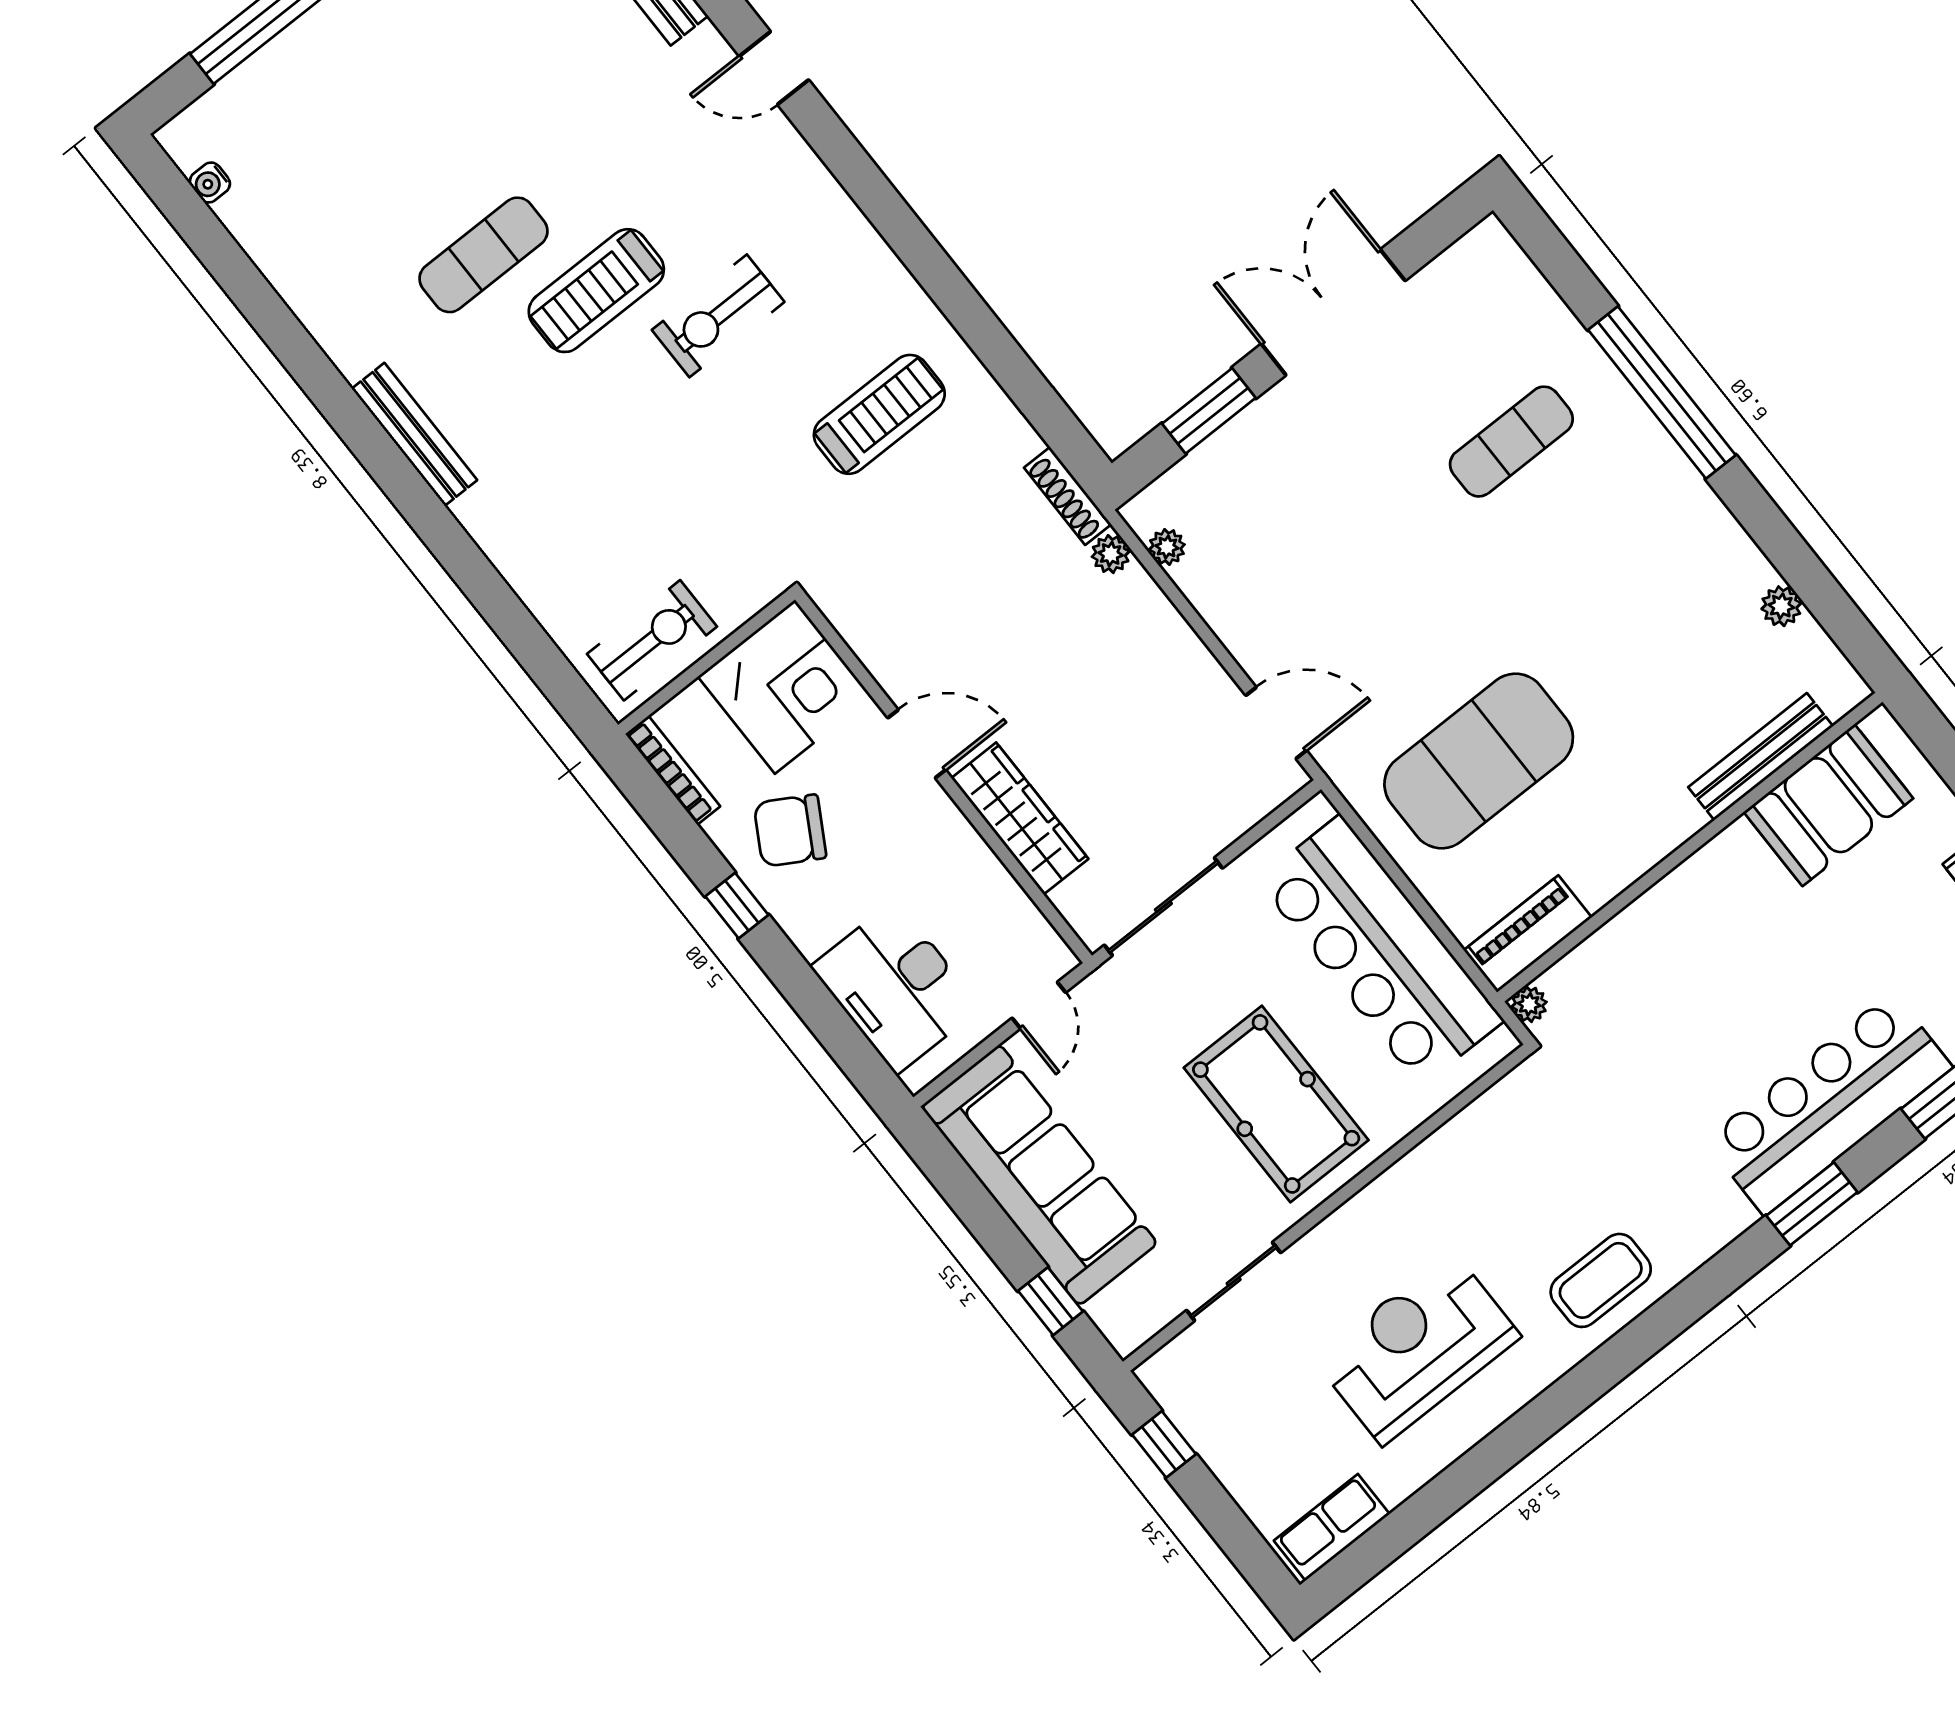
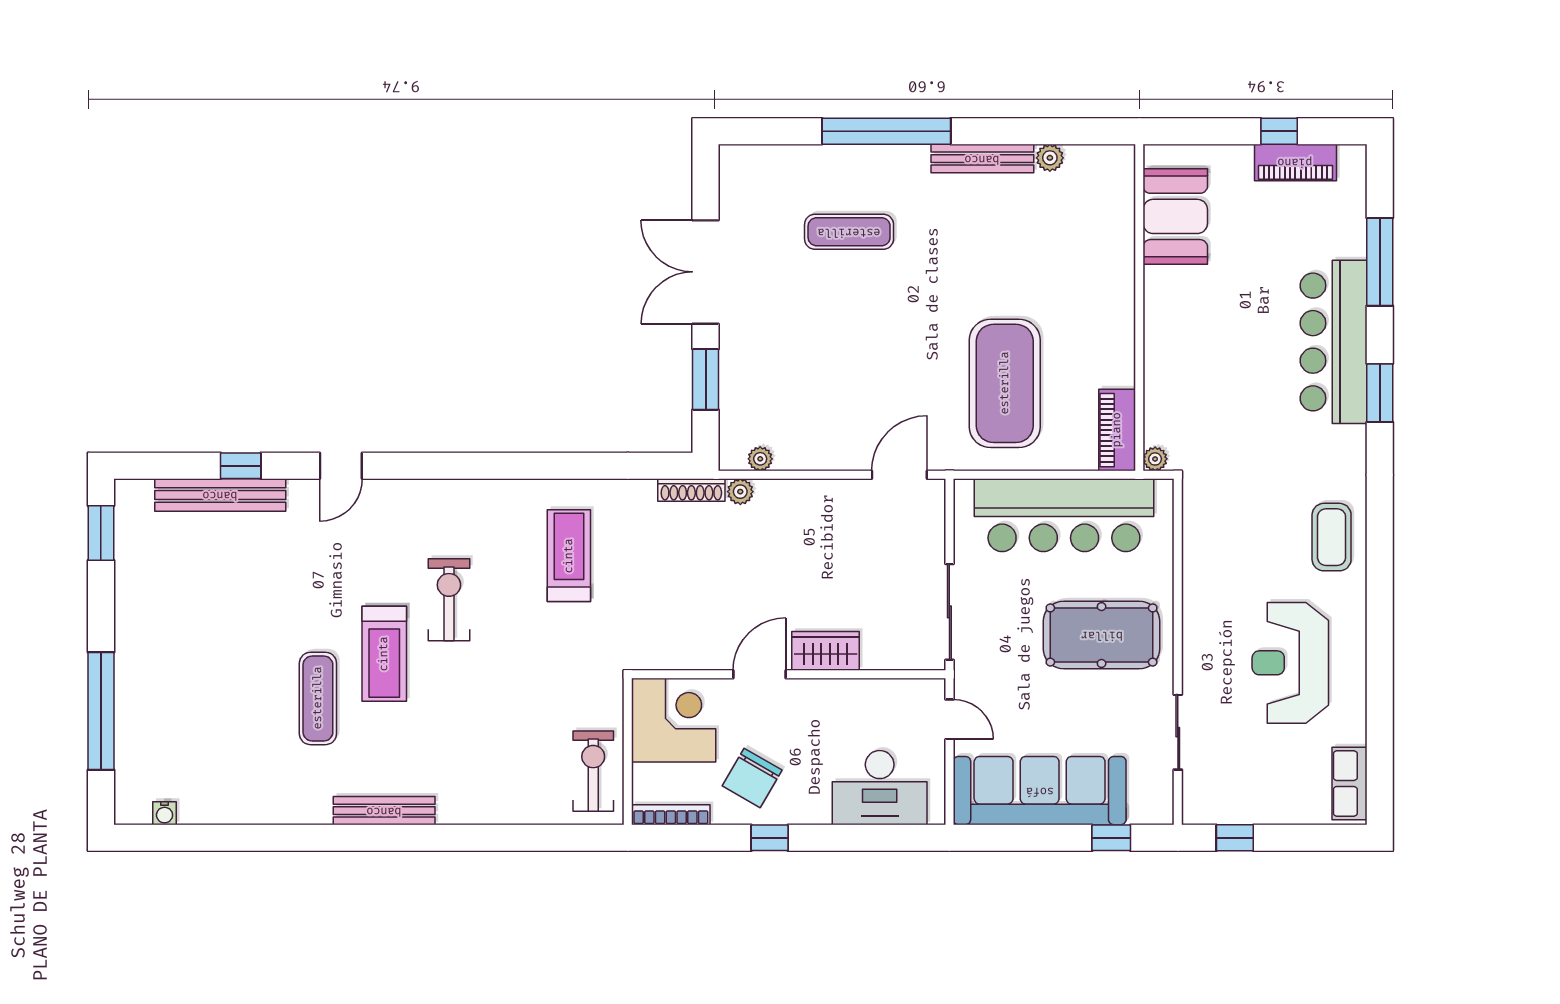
exercise bike: (718, 316) -> (449, 600), turned 180
exercise mat: (1511, 442) -> (849, 232), turned 90
bench: (1761, 757) -> (982, 159), moved, turned 90
wardrobe: (1020, 818) -> (826, 651), width x0.67

